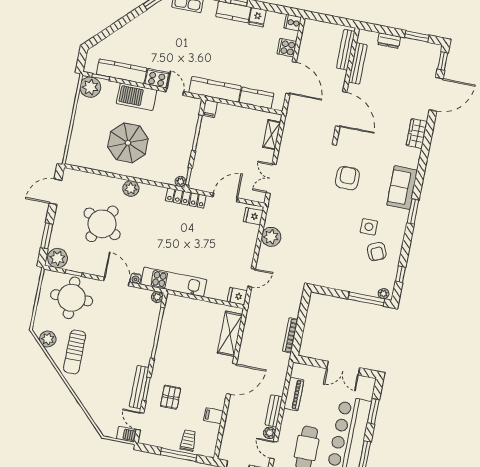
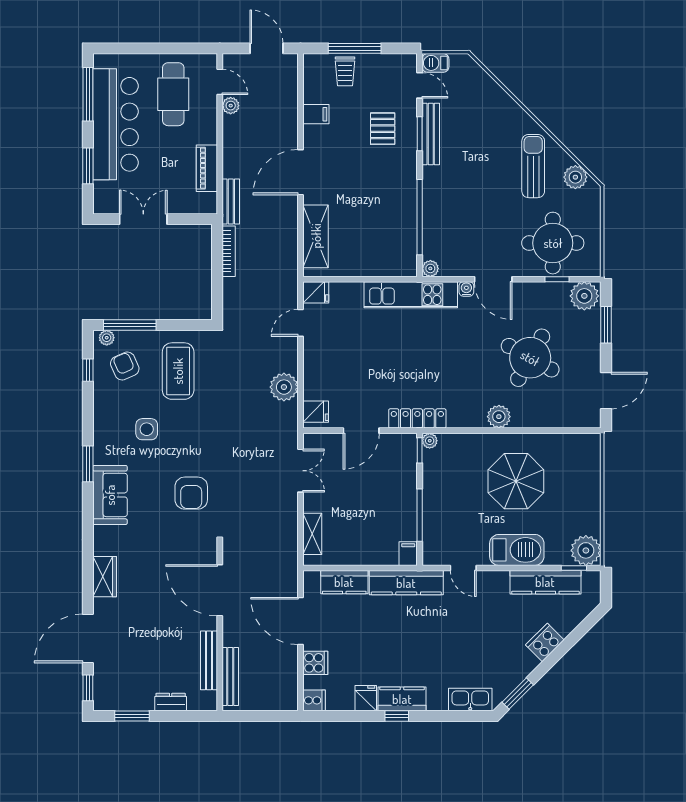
cooker: (157, 78) -> (545, 642), moved, turned 135
armchair: (377, 252) -> (125, 366), moved
coffee table: (340, 262) -> (178, 371), added
bench: (274, 411) -> (231, 202), moved

